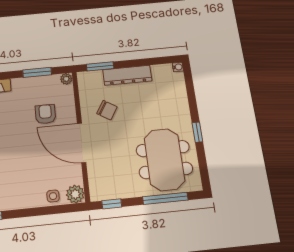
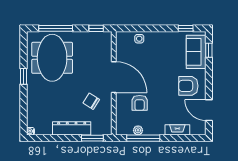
window: (37, 72) -> (143, 138), width x1.44
plant: (66, 79) -> (138, 130), moved
plant: (75, 194) -> (122, 38), removed

